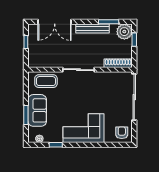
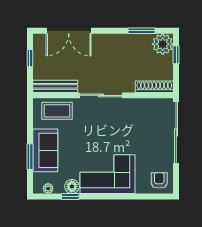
bench: (93, 28) -> (55, 86), moved
floor lamp: (57, 137) -> (72, 187), added

